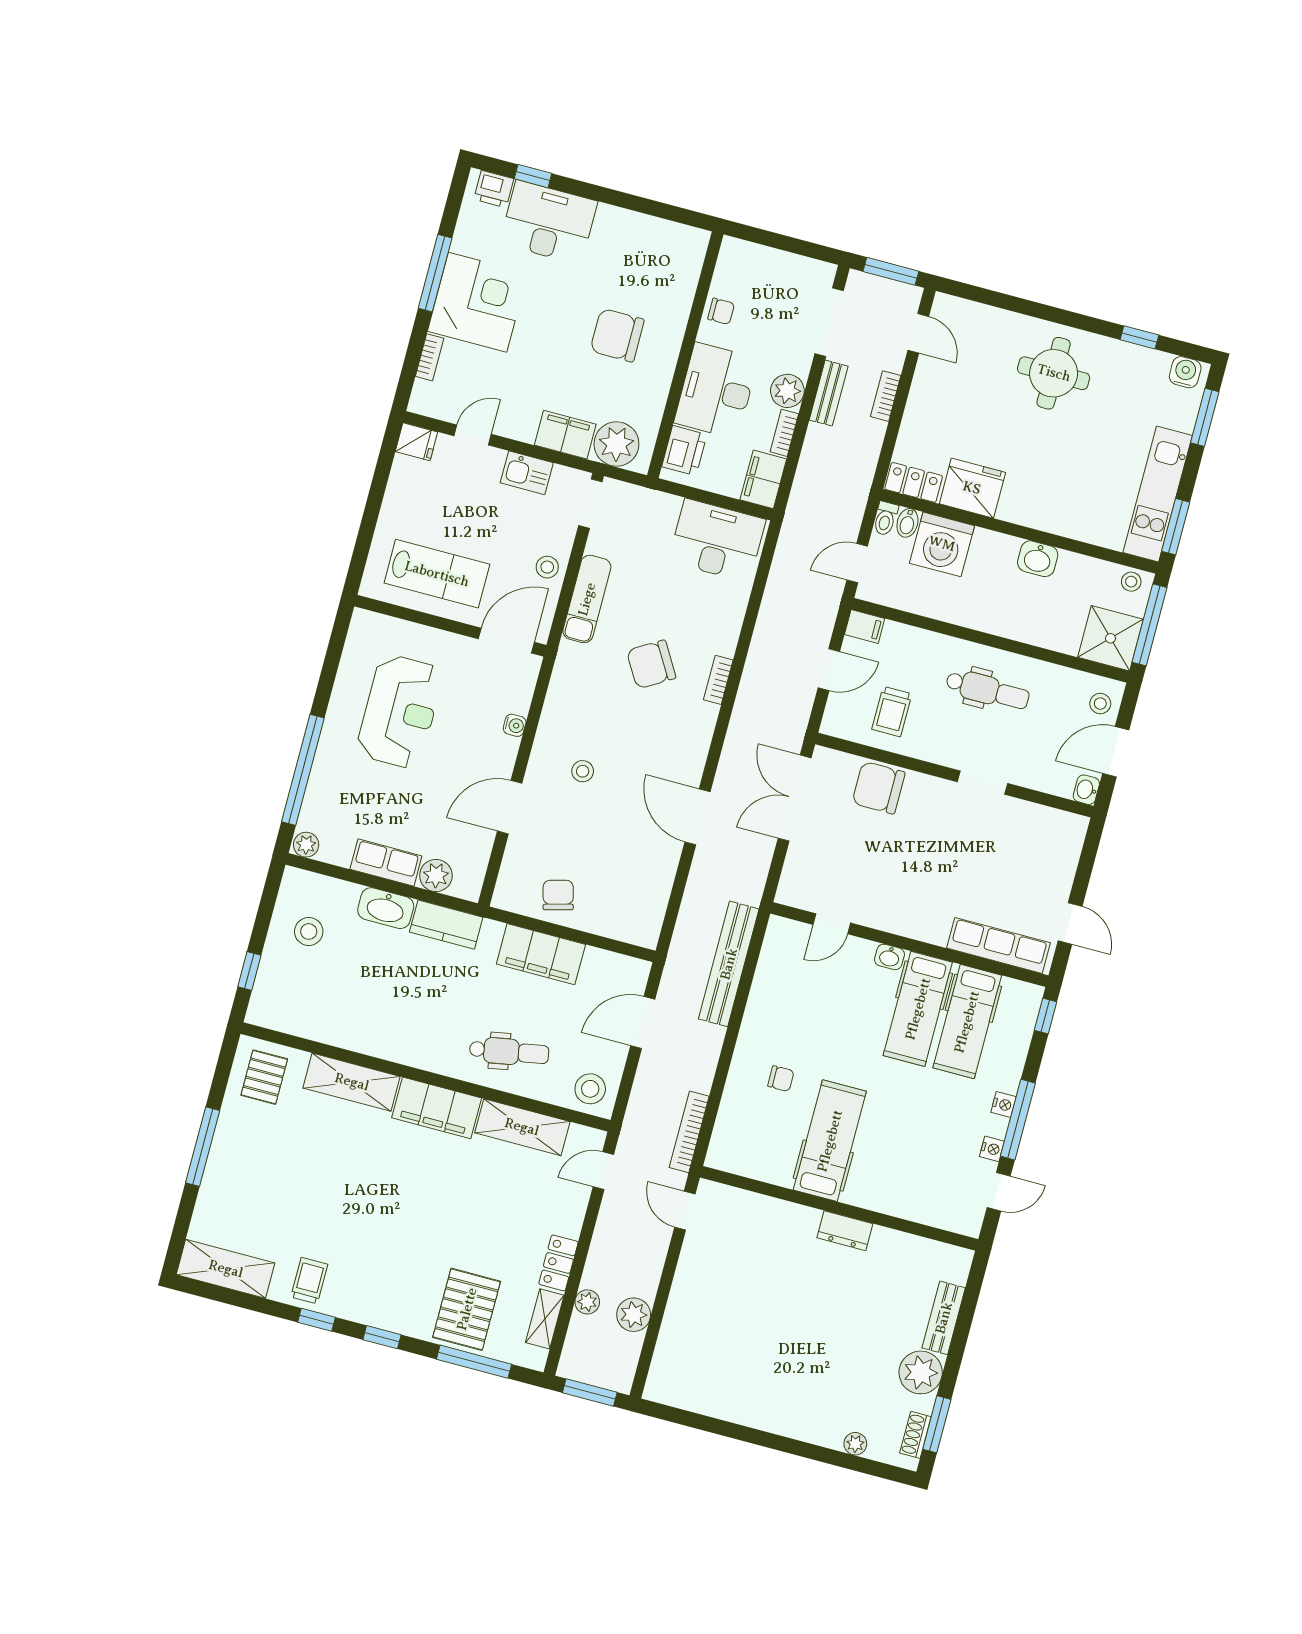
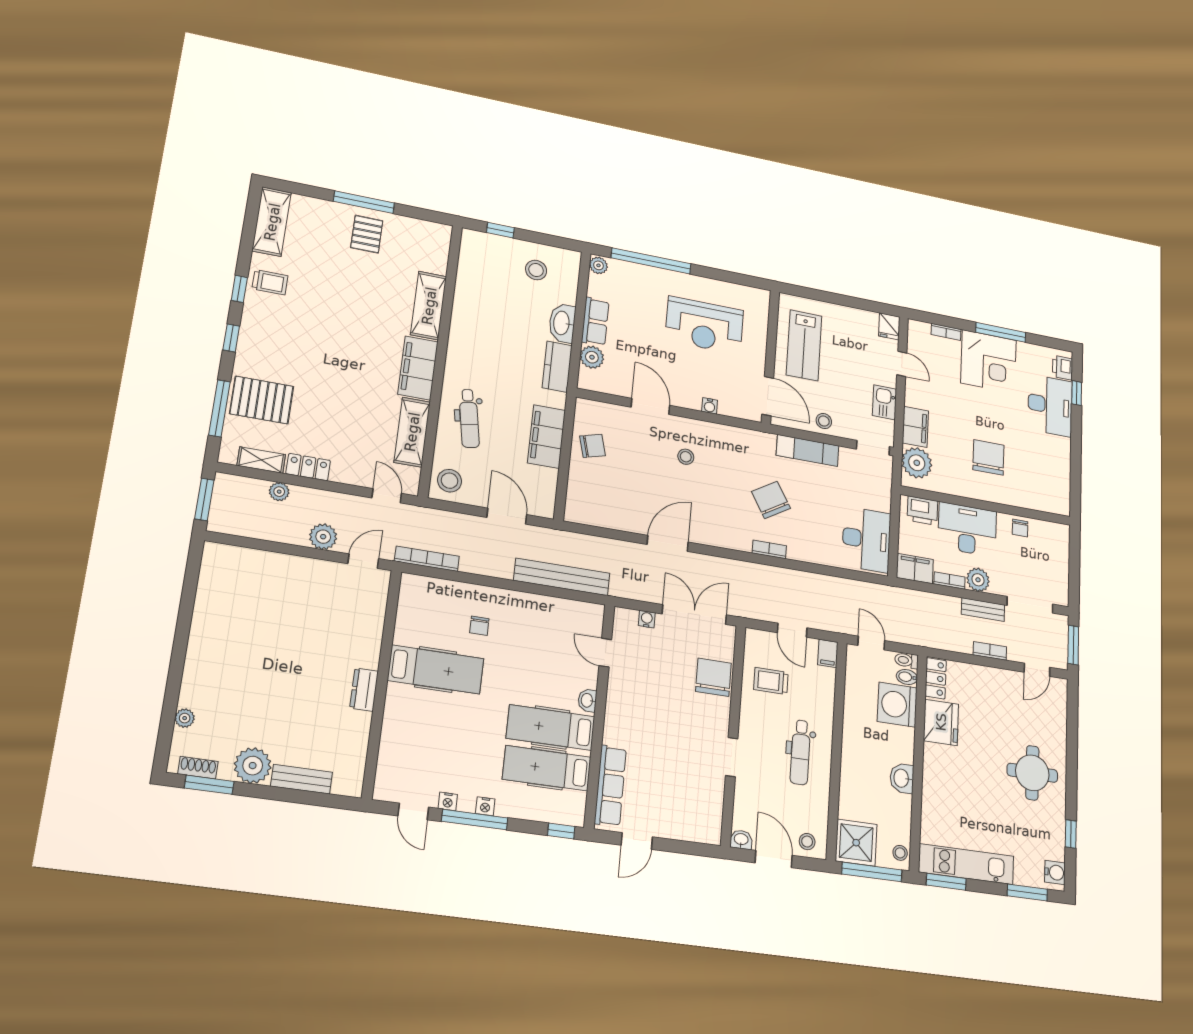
water cooler: (794, 862) -> (647, 619), added
pallet: (264, 1077) -> (367, 234), moved, turned 90
plant: (634, 1315) -> (323, 537), moved

